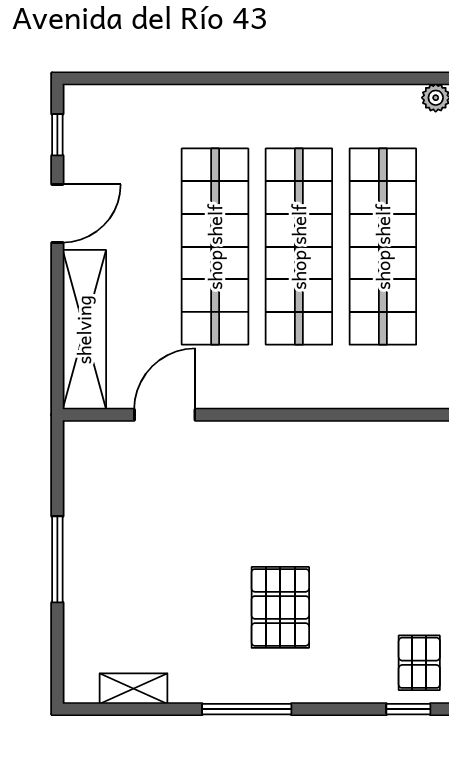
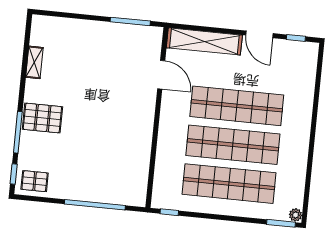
window: (57, 559) -> (130, 21), moved
pallet: (280, 607) -> (42, 118), moved
shelving: (134, 689) -> (34, 62), moved
window: (247, 709) -> (18, 132), moved

